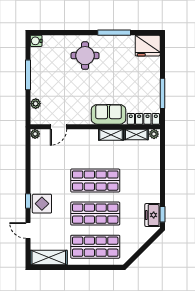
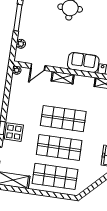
shelving: (111, 135) -> (63, 78), moved

